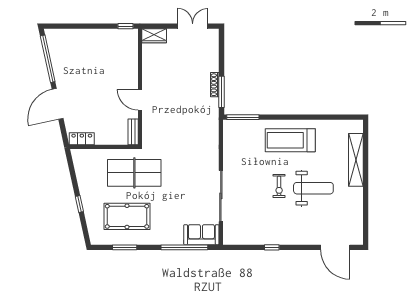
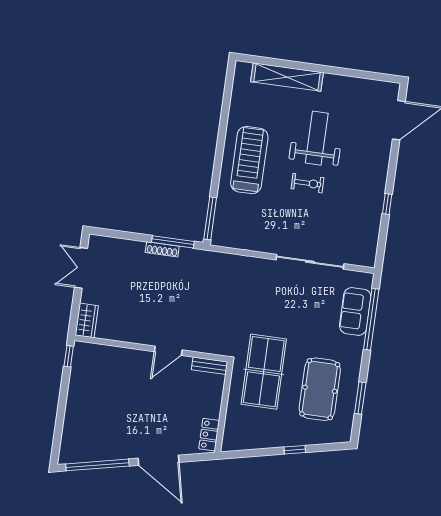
treadmill: (290, 140) -> (249, 160), turned 180
sofa: (201, 235) -> (355, 311), moved

